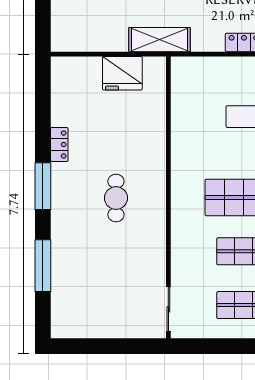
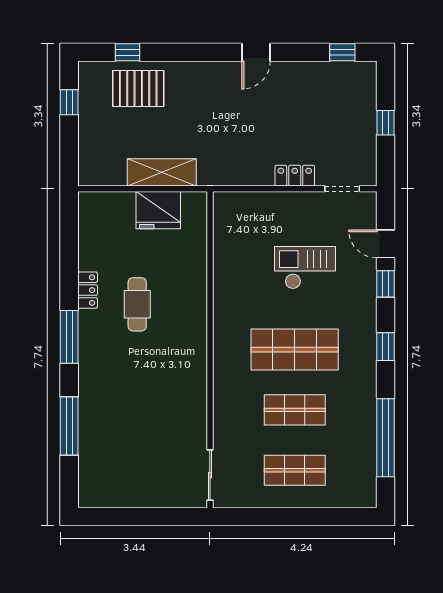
shelving: (160, 40) -> (162, 172), moved
cafe table: (116, 198) -> (137, 304), moved

